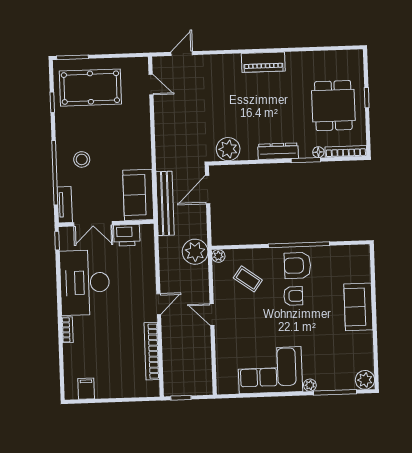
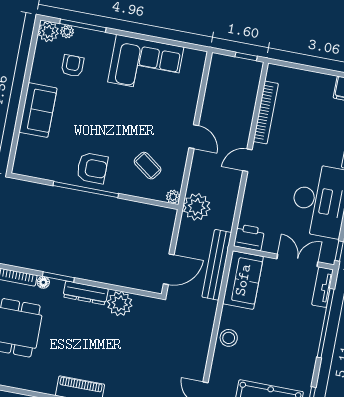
plant: (228, 149) -> (120, 304), moved
stool: (82, 159) -> (229, 338), moved
printer: (127, 235) -> (249, 237), moved
armchair: (293, 296) -> (73, 66), moved, turned 90
plant: (310, 385) -> (67, 32), moved

